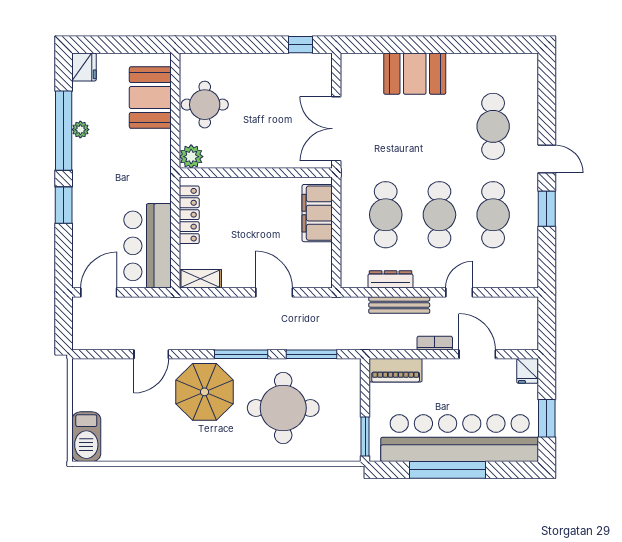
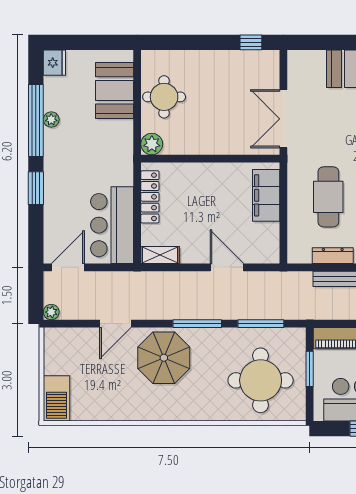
plant: (81, 342) -> (51, 312), added
round table: (283, 408) -> (261, 380), moved
window: (365, 437) -> (310, 369), moved

